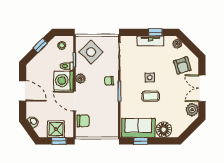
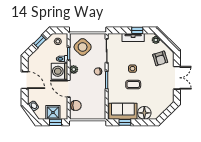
double door: (202, 88) -> (177, 78), swing flipped
plant: (192, 110) -> (168, 96), removed

